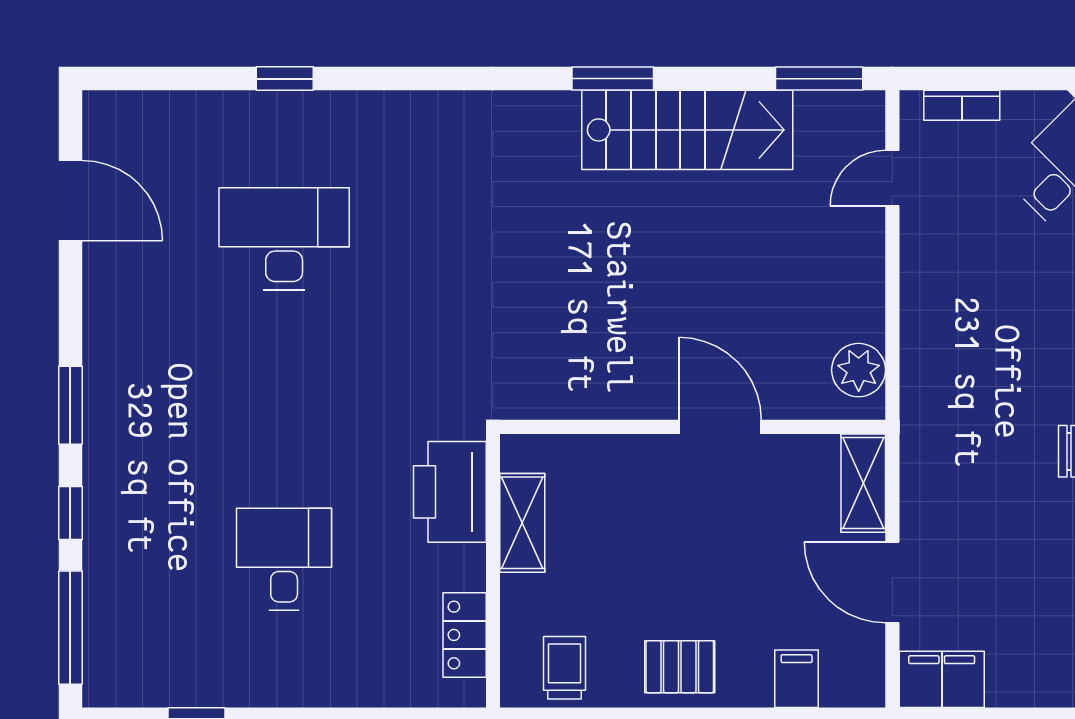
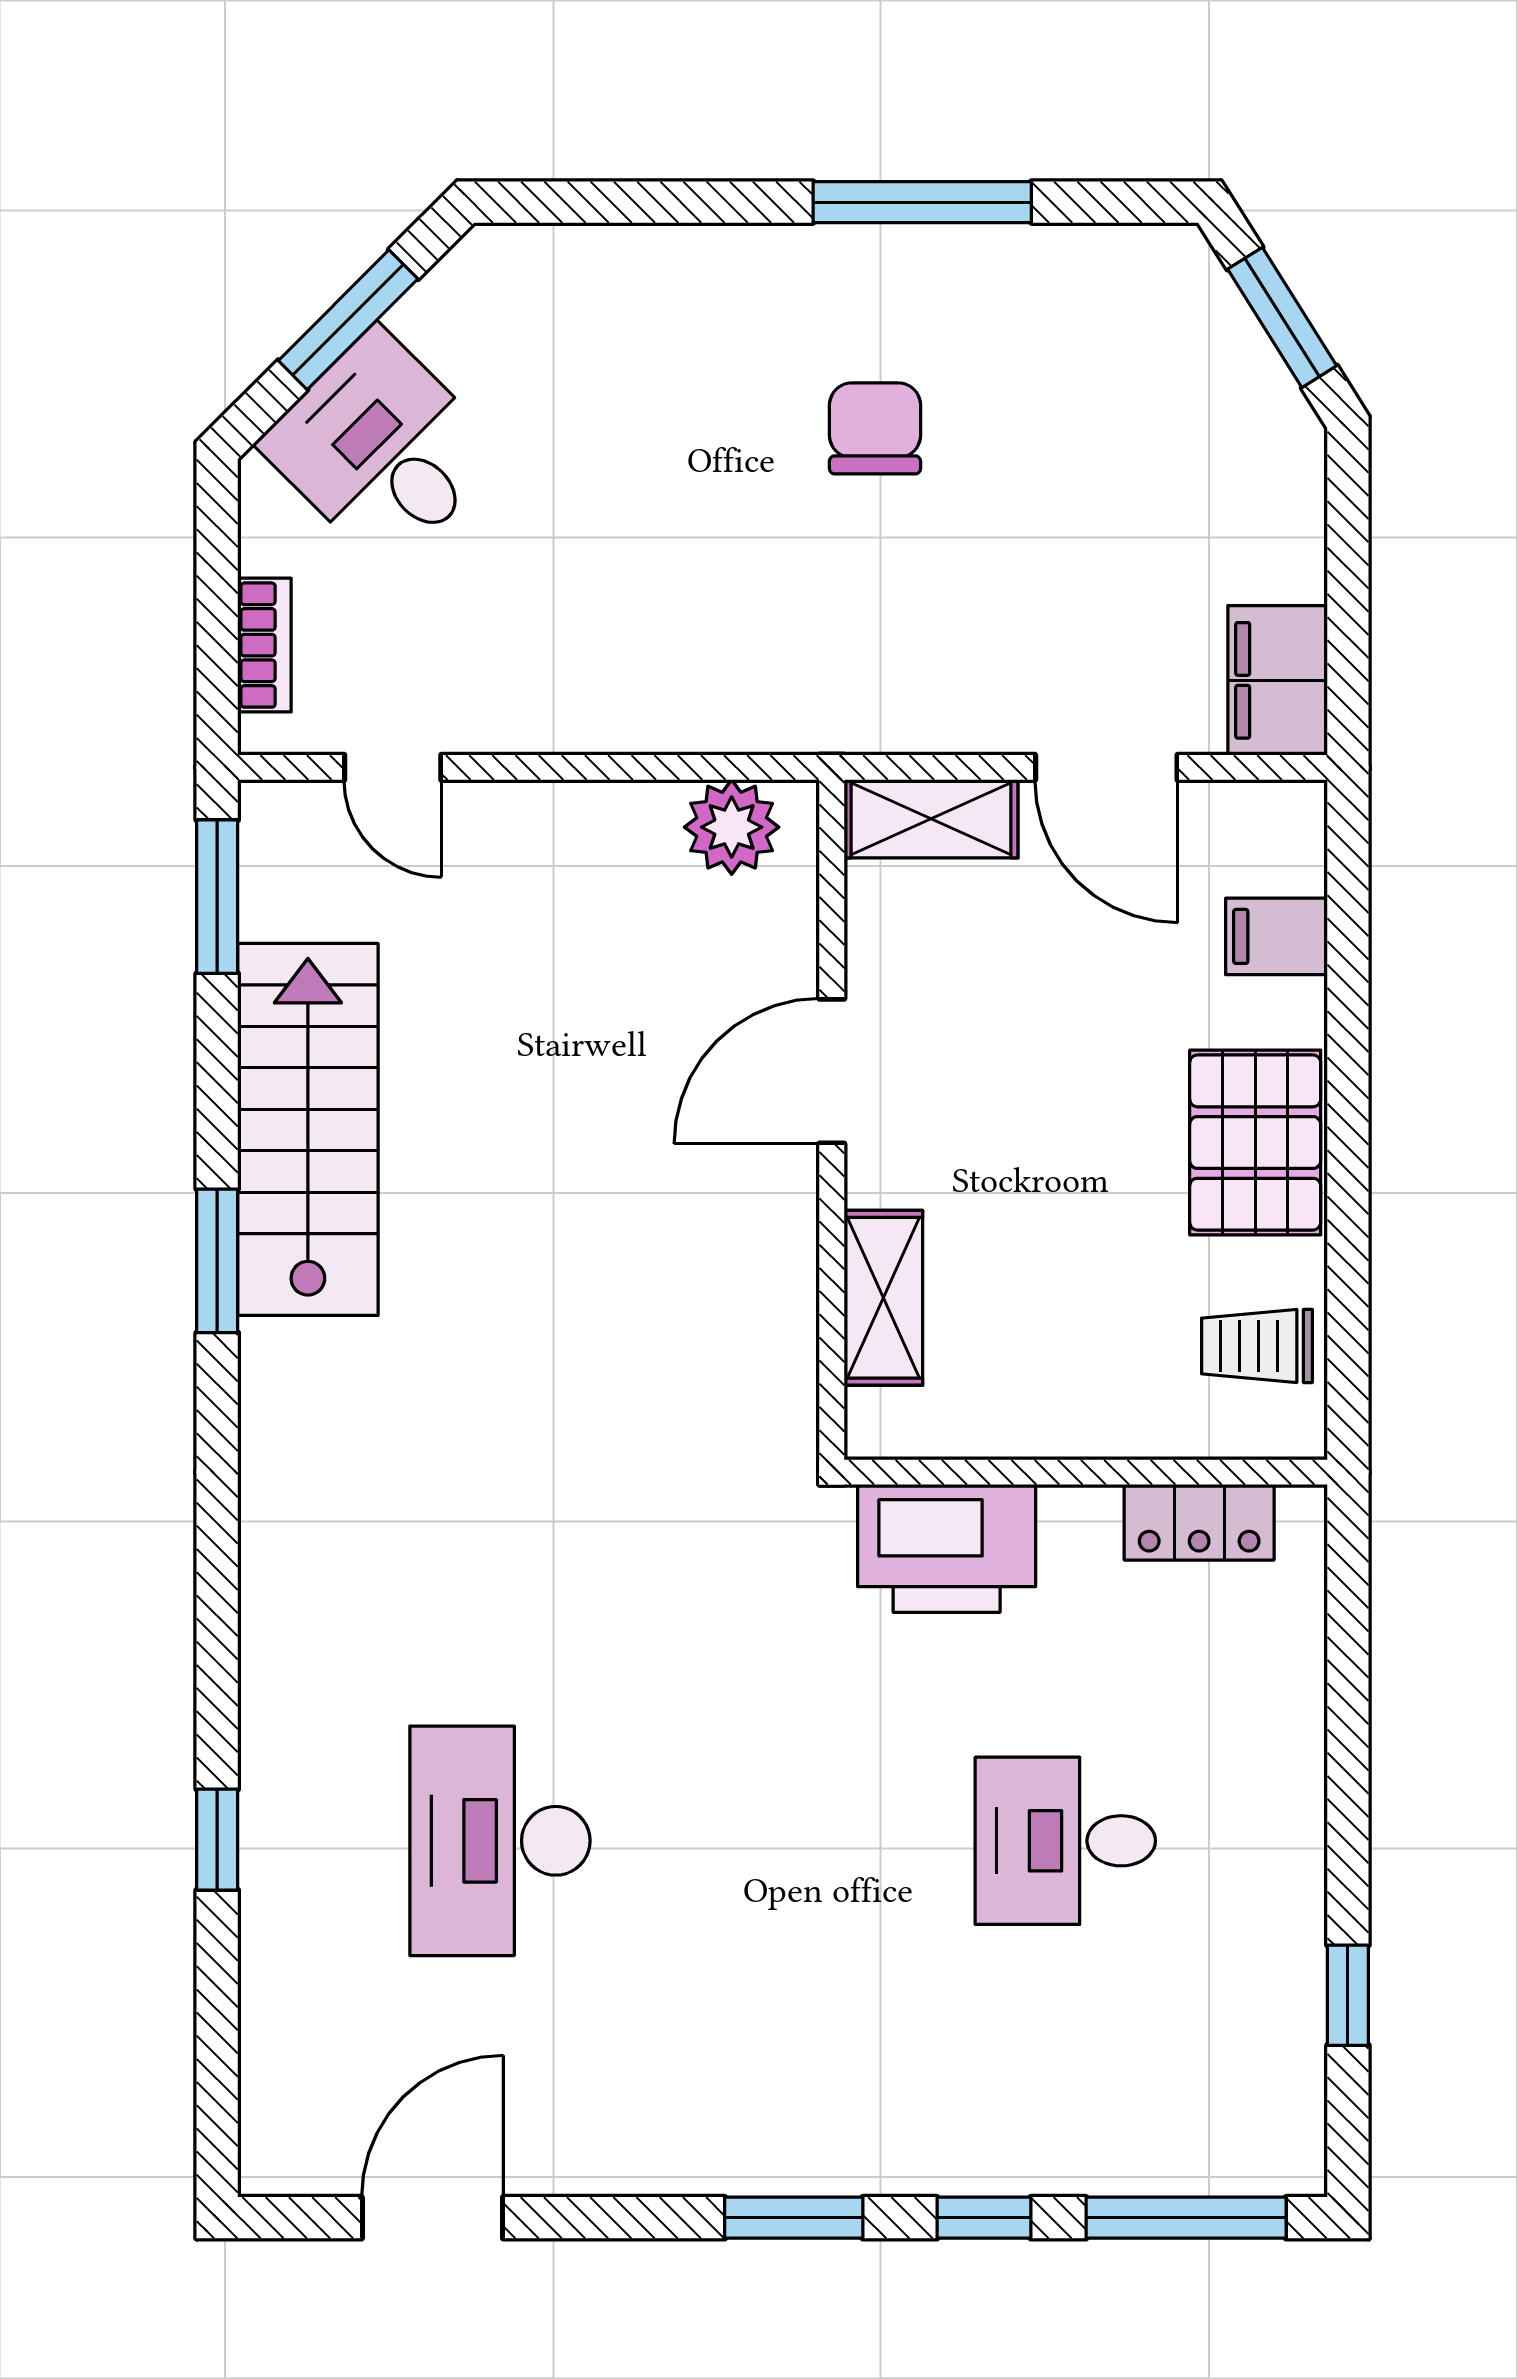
shelving: (522, 523) -> (883, 1298), moved, turned 90
door: (892, 582) -> (1106, 767), hinge flipped
pallet: (680, 667) -> (1255, 1143), width x1.50, depth x1.42

